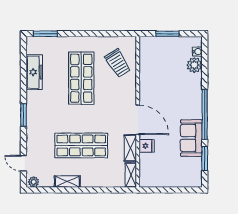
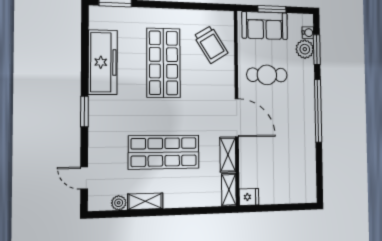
freezer: (34, 72) -> (103, 62), width x1.36, depth x1.26
cafe table: (162, 86) -> (267, 75), added
sofa: (191, 138) -> (265, 26), moved, turned -90
fridge: (147, 146) -> (249, 197), moved
window: (205, 158) -> (317, 50), moved
plant: (34, 182) -> (119, 203), moved

